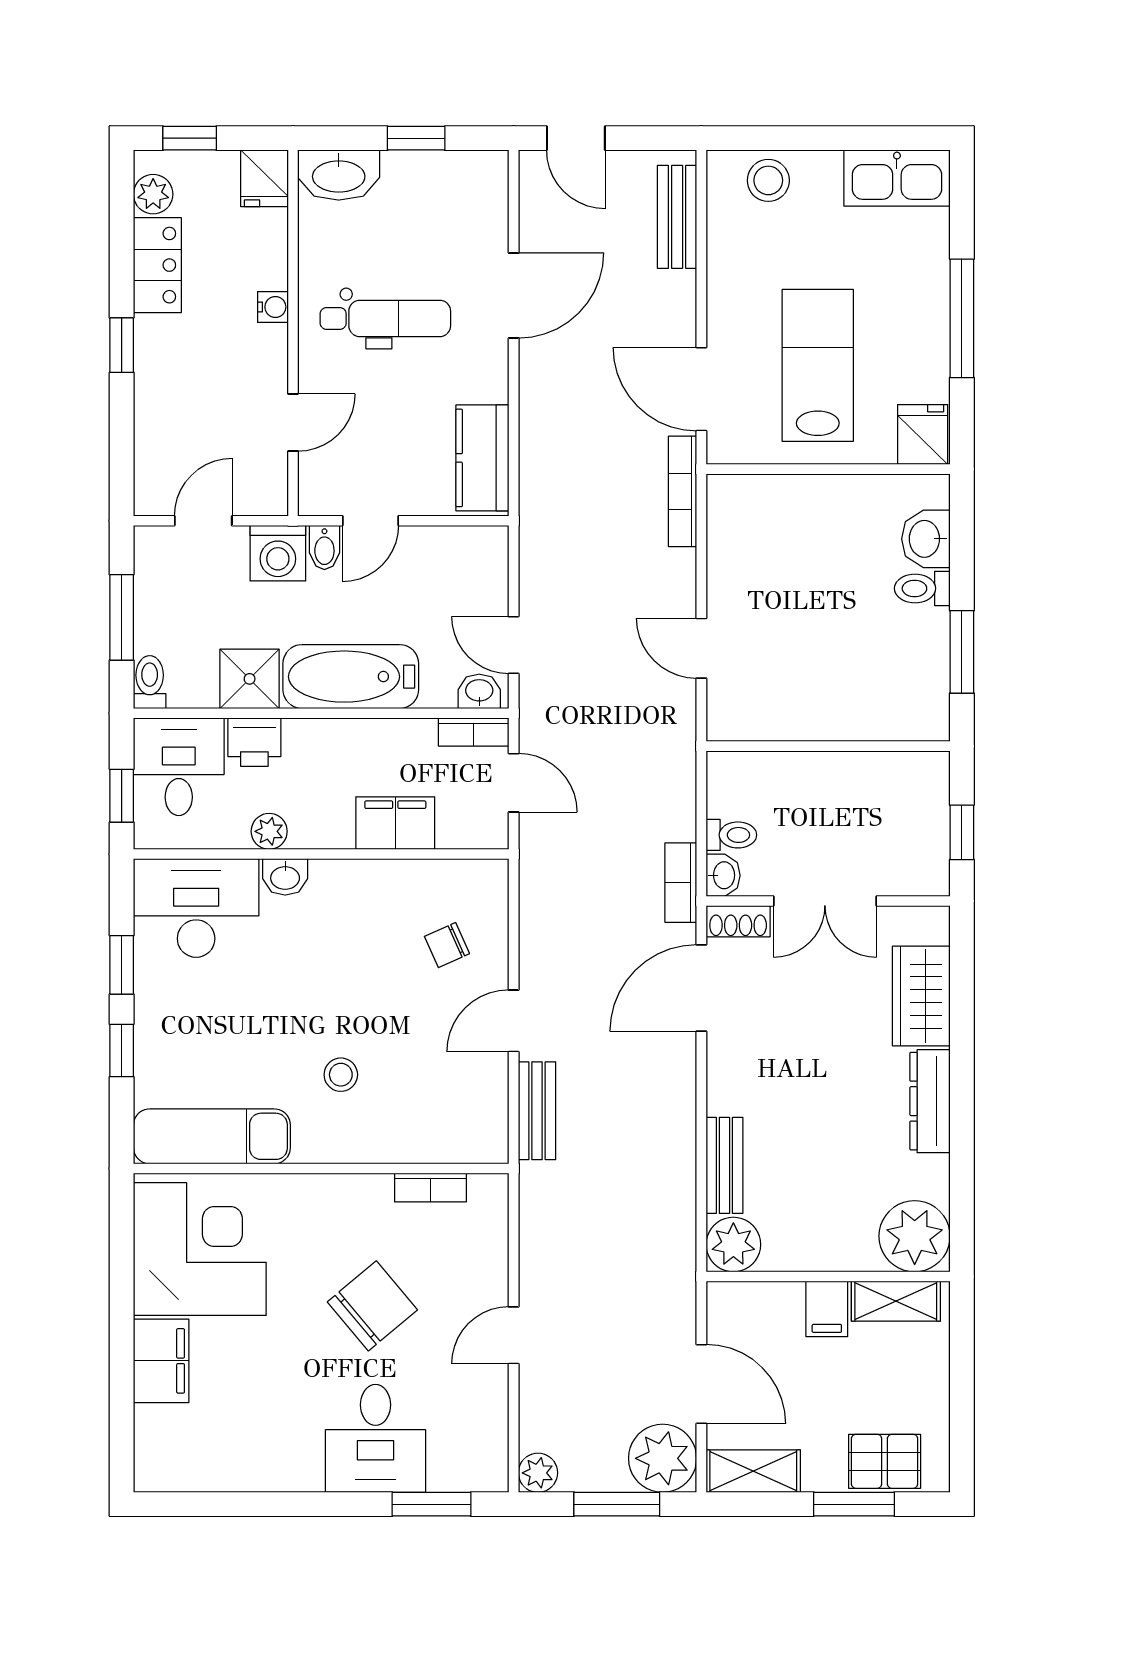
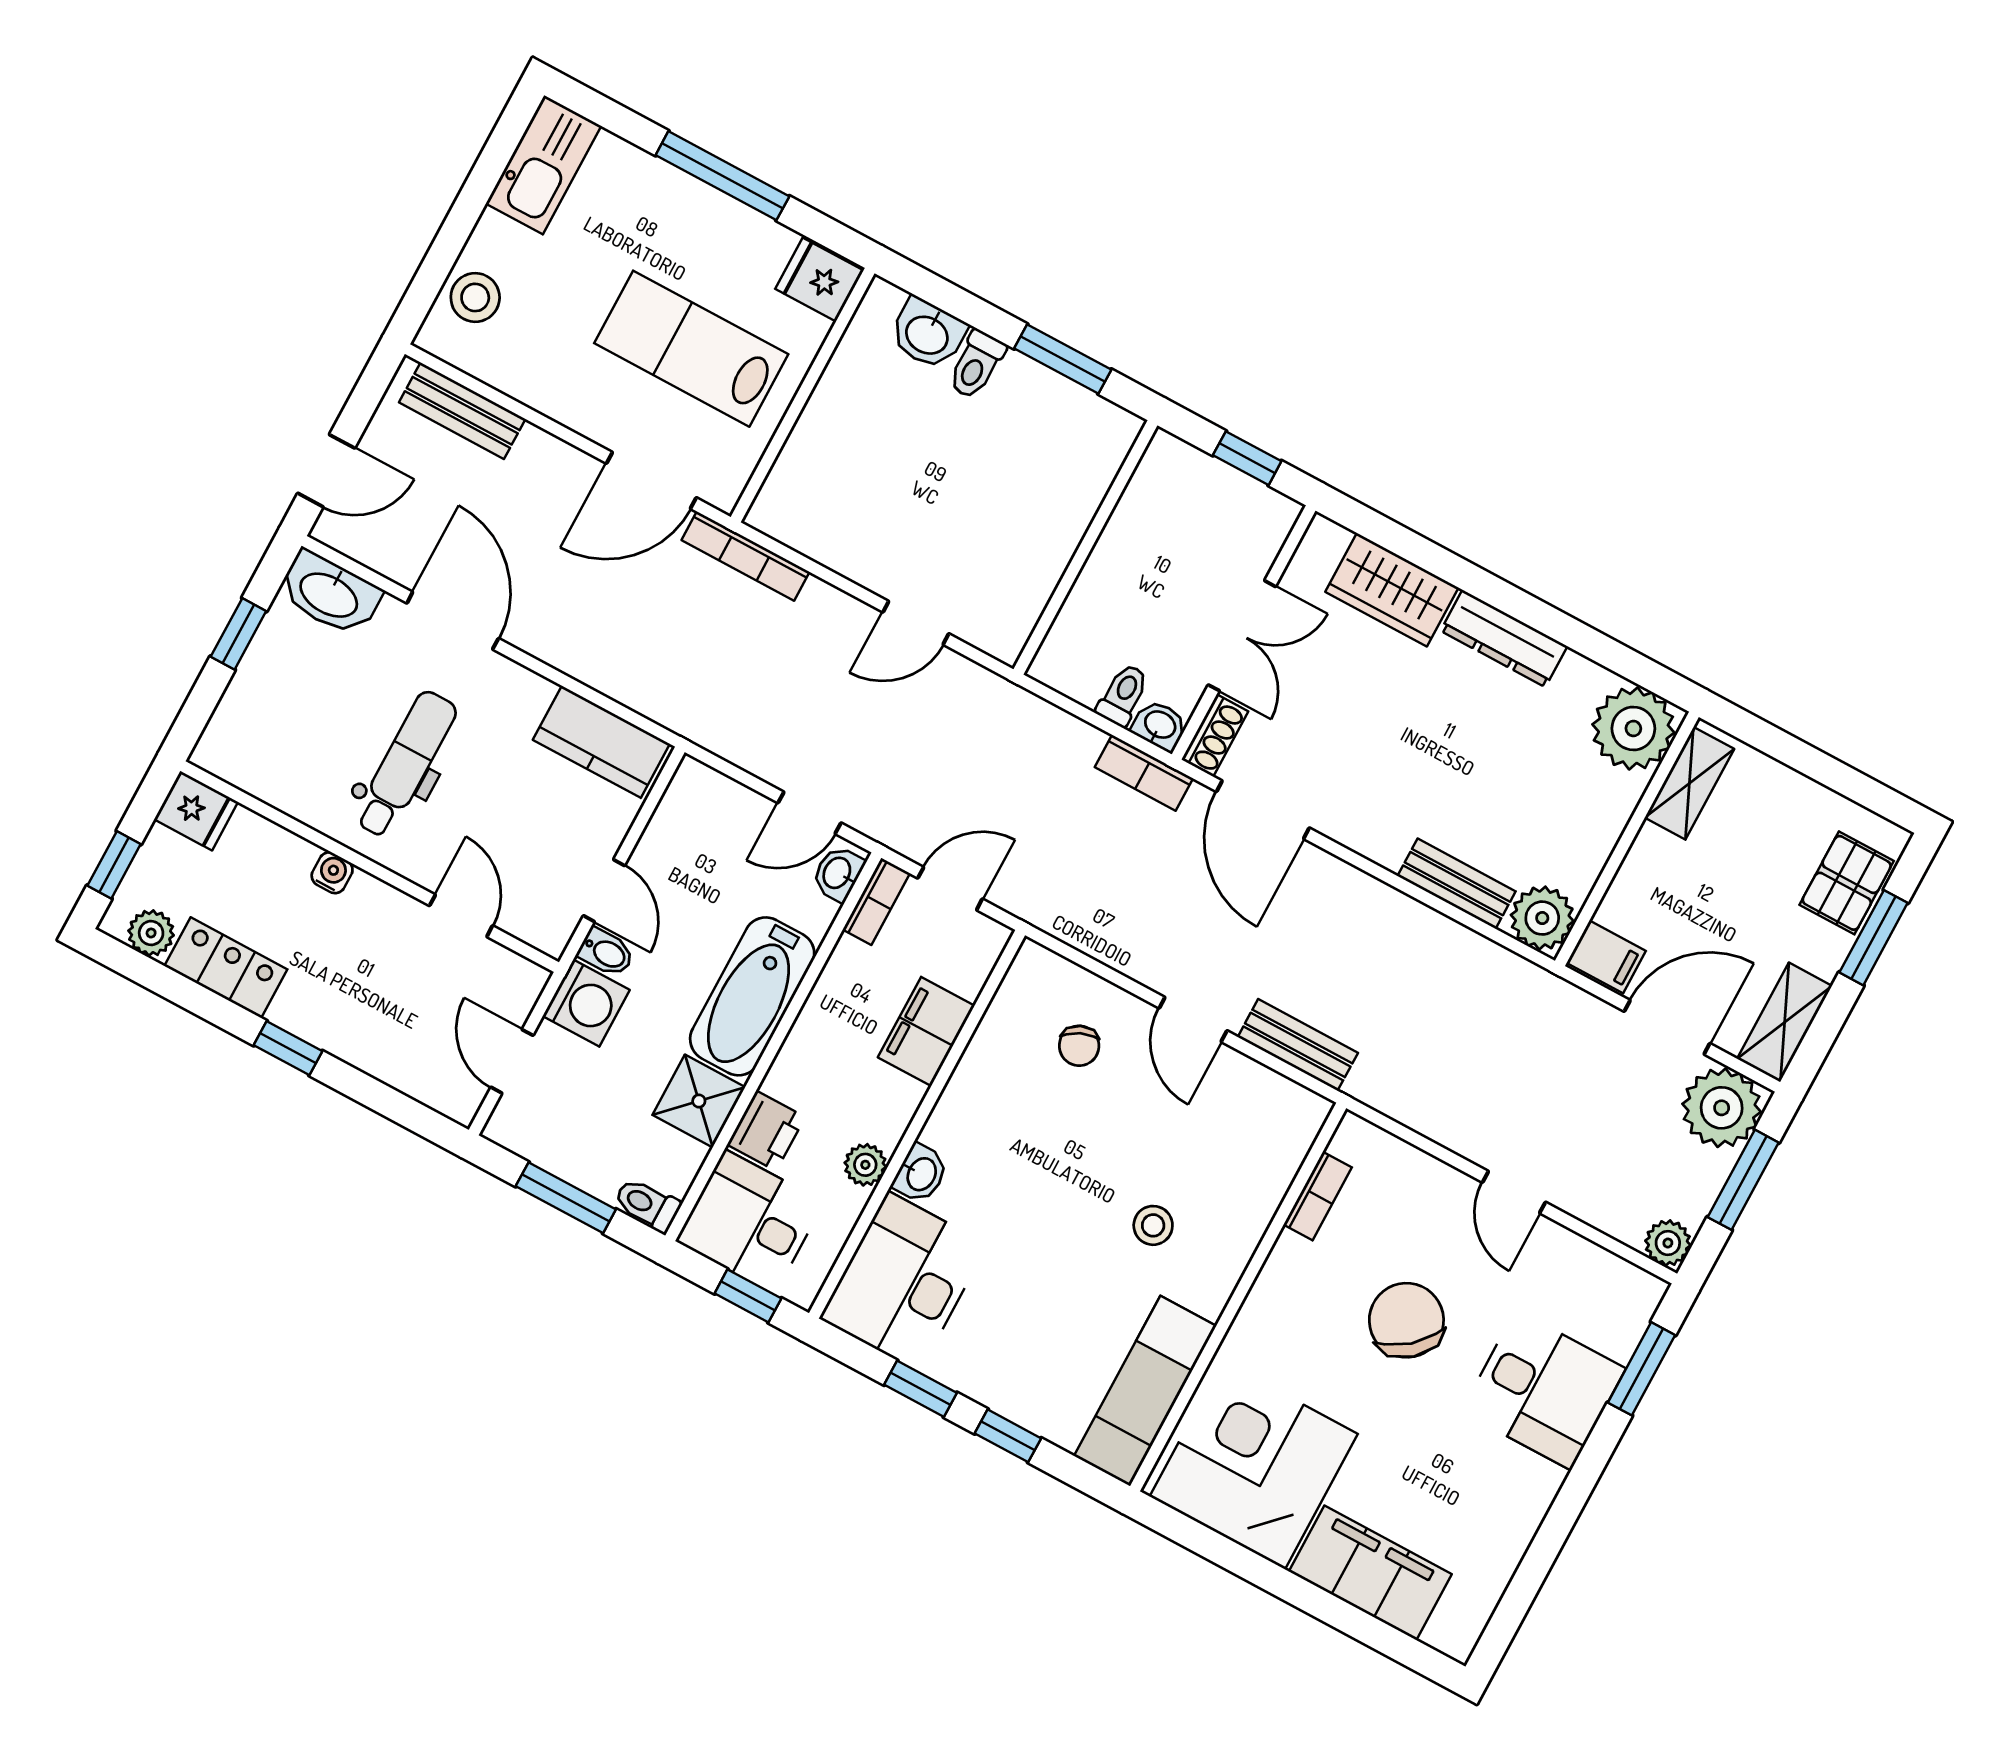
washbasin: (339, 175) -> (330, 594), moved, turned 90
filing cabinet: (827, 1309) -> (1606, 957), moved
filing cabinet: (161, 1361) -> (1370, 1573), width x1.50, depth x1.17

